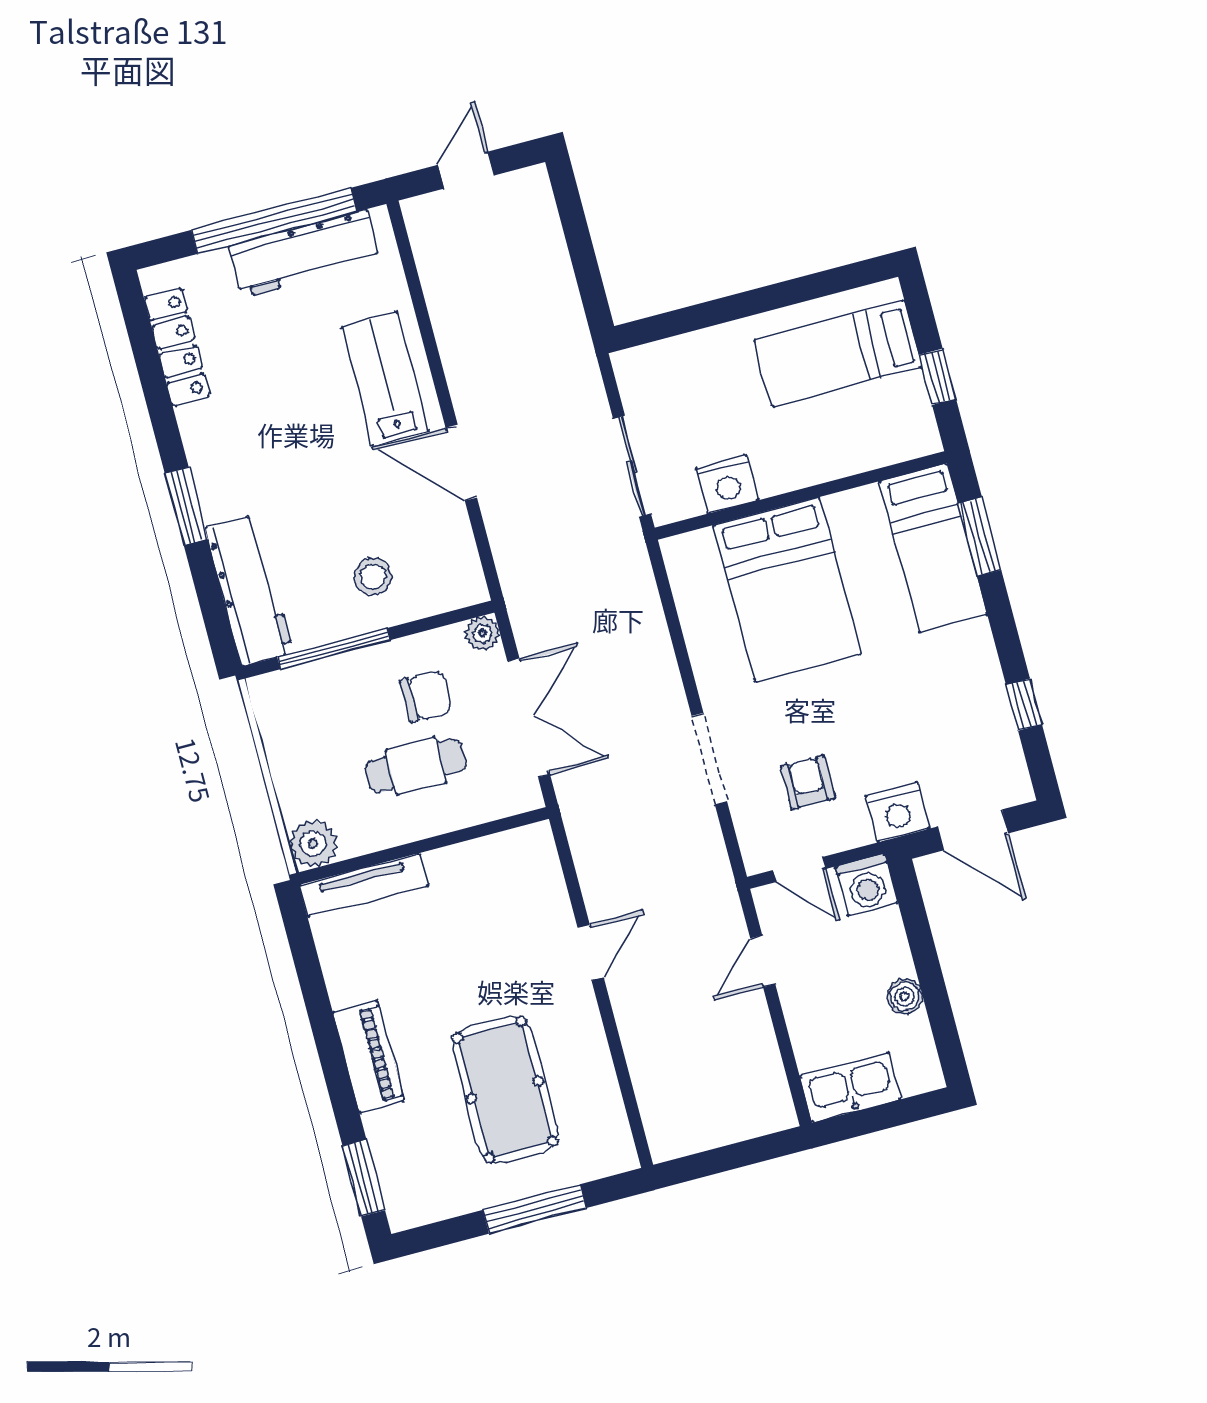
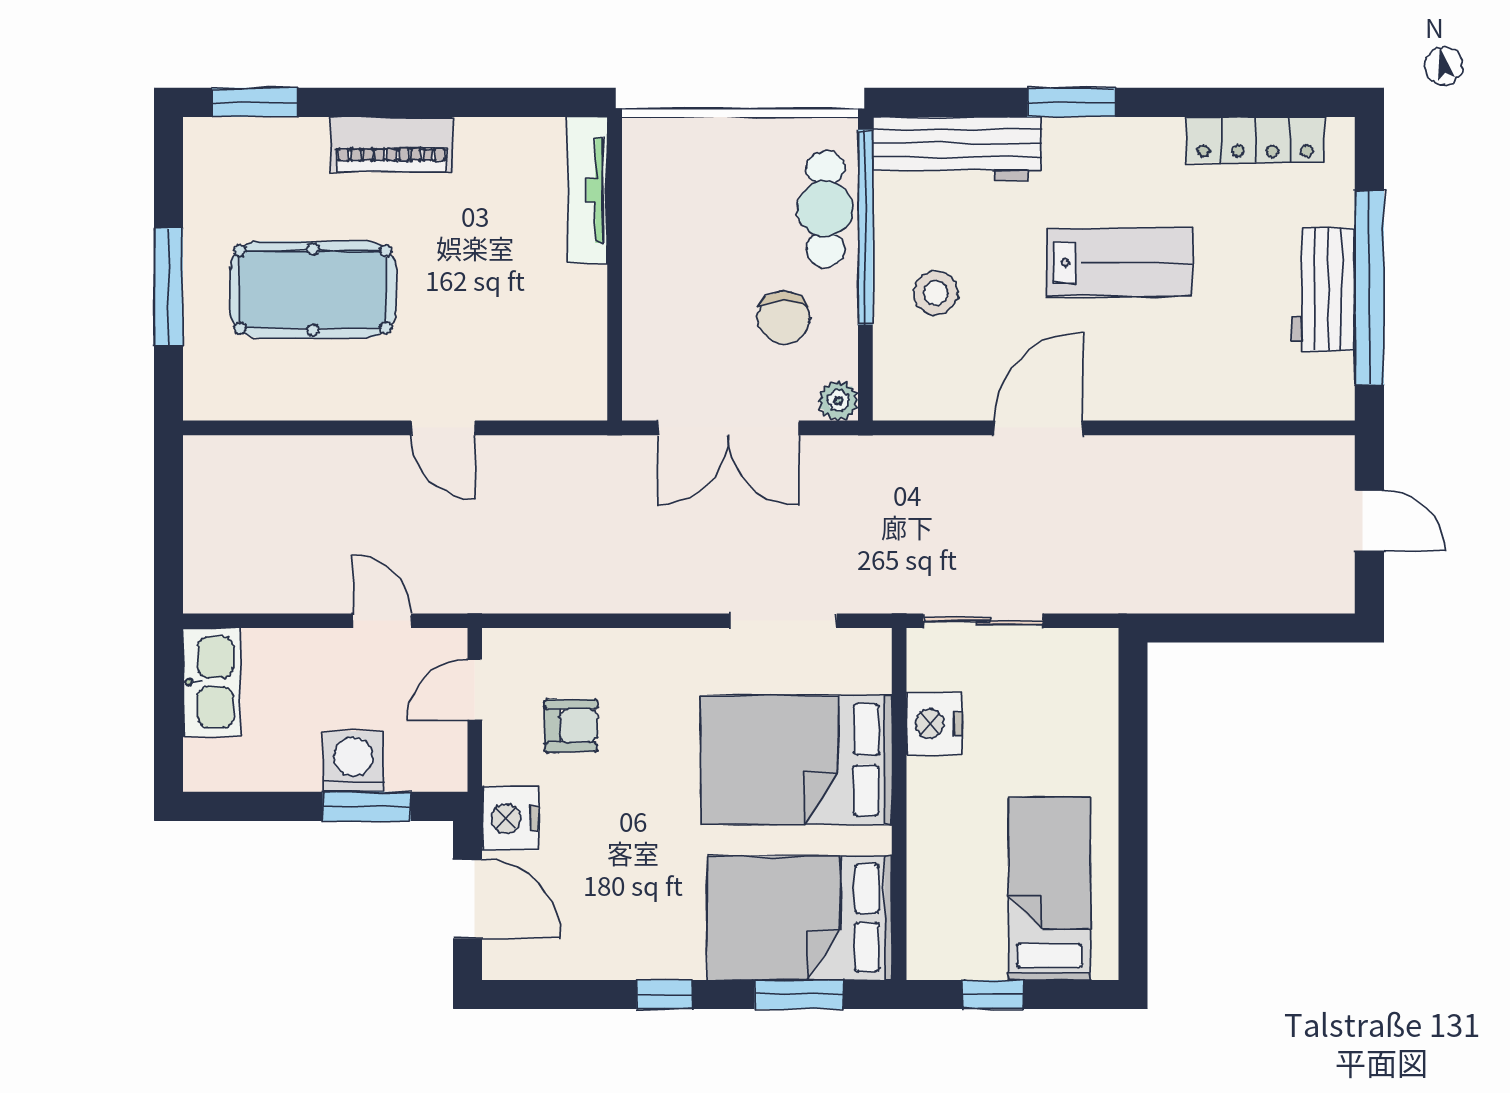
workbench: (304, 253) -> (1323, 289), width x0.73
lab bench: (385, 379) -> (1119, 262), moved
bed: (933, 548) -> (800, 918), width x1.50
window: (334, 649) -> (865, 227), width x1.46
window: (1024, 705) -> (665, 994), moved
doorway: (709, 759) -> (783, 621), moved
cafe table: (416, 766) -> (825, 209), moved
door: (973, 830) -> (468, 899), swing flipped
plant: (313, 844) -> (650, 145), removed
washing machine: (867, 885) -> (354, 762), moved, turned 90
window: (919, 933) -> (367, 806), added
boiler: (905, 996) -> (299, 771), removed

